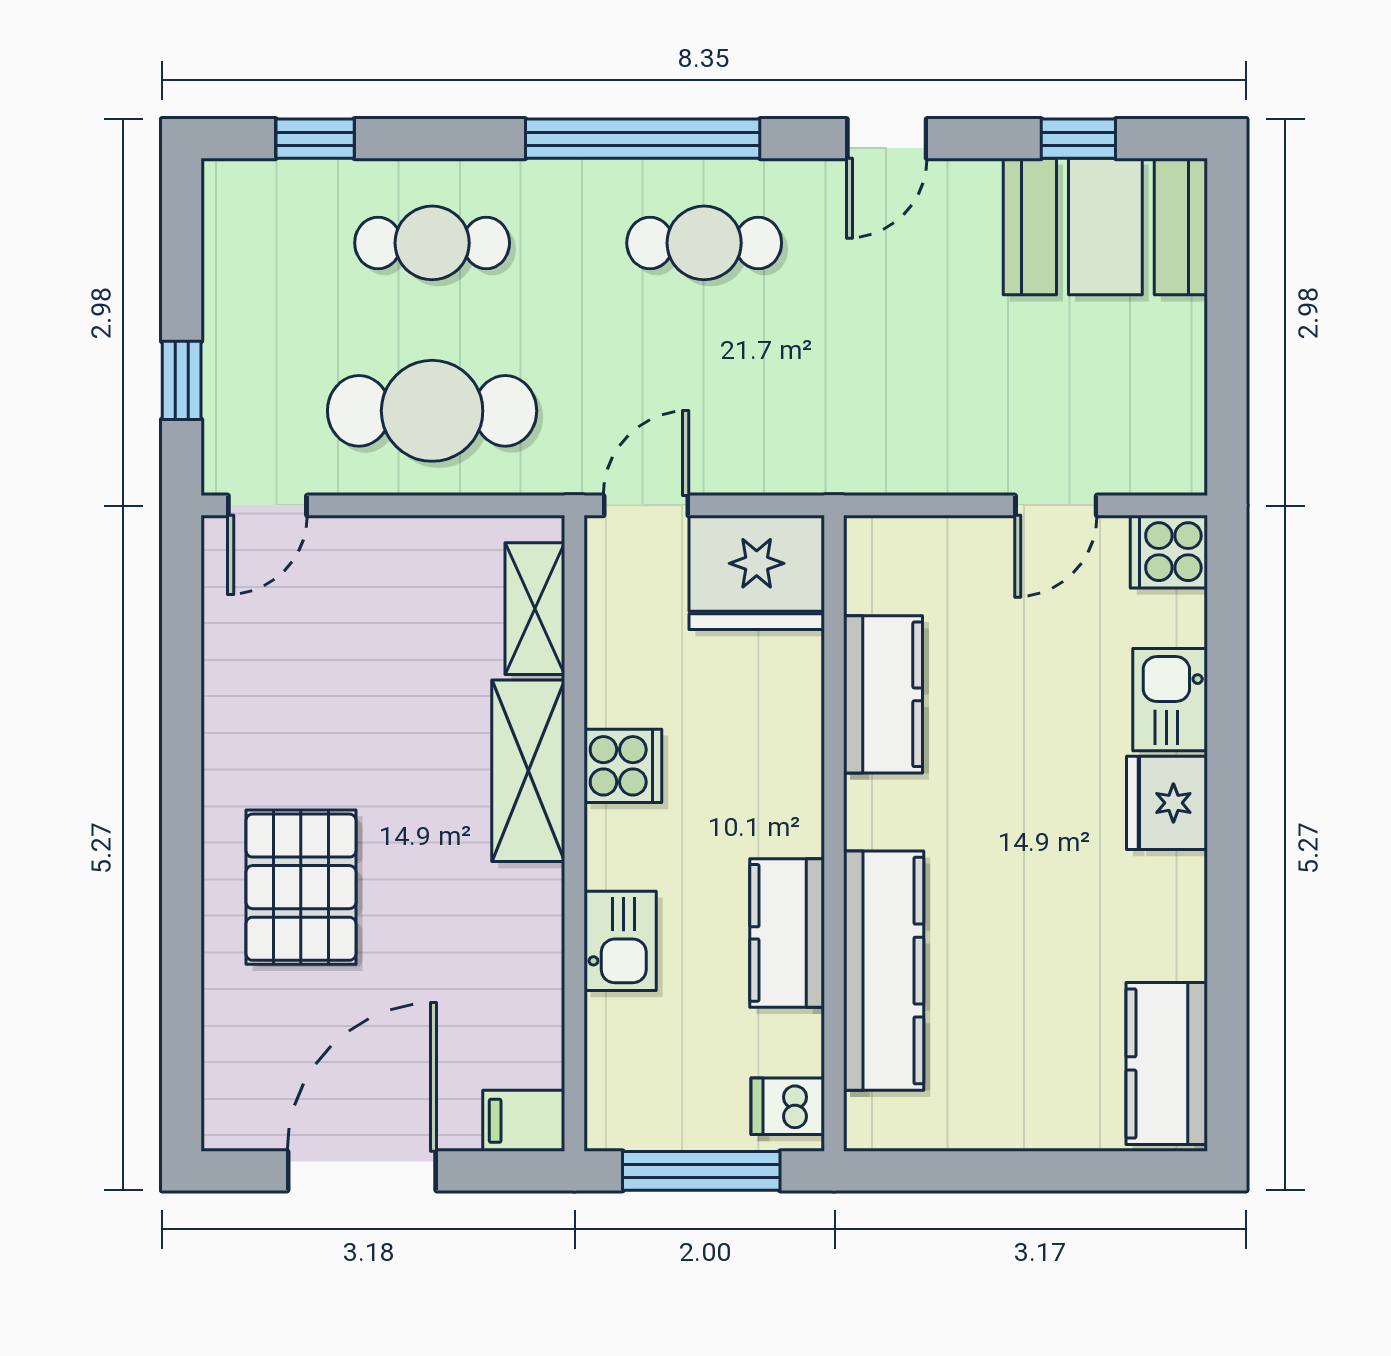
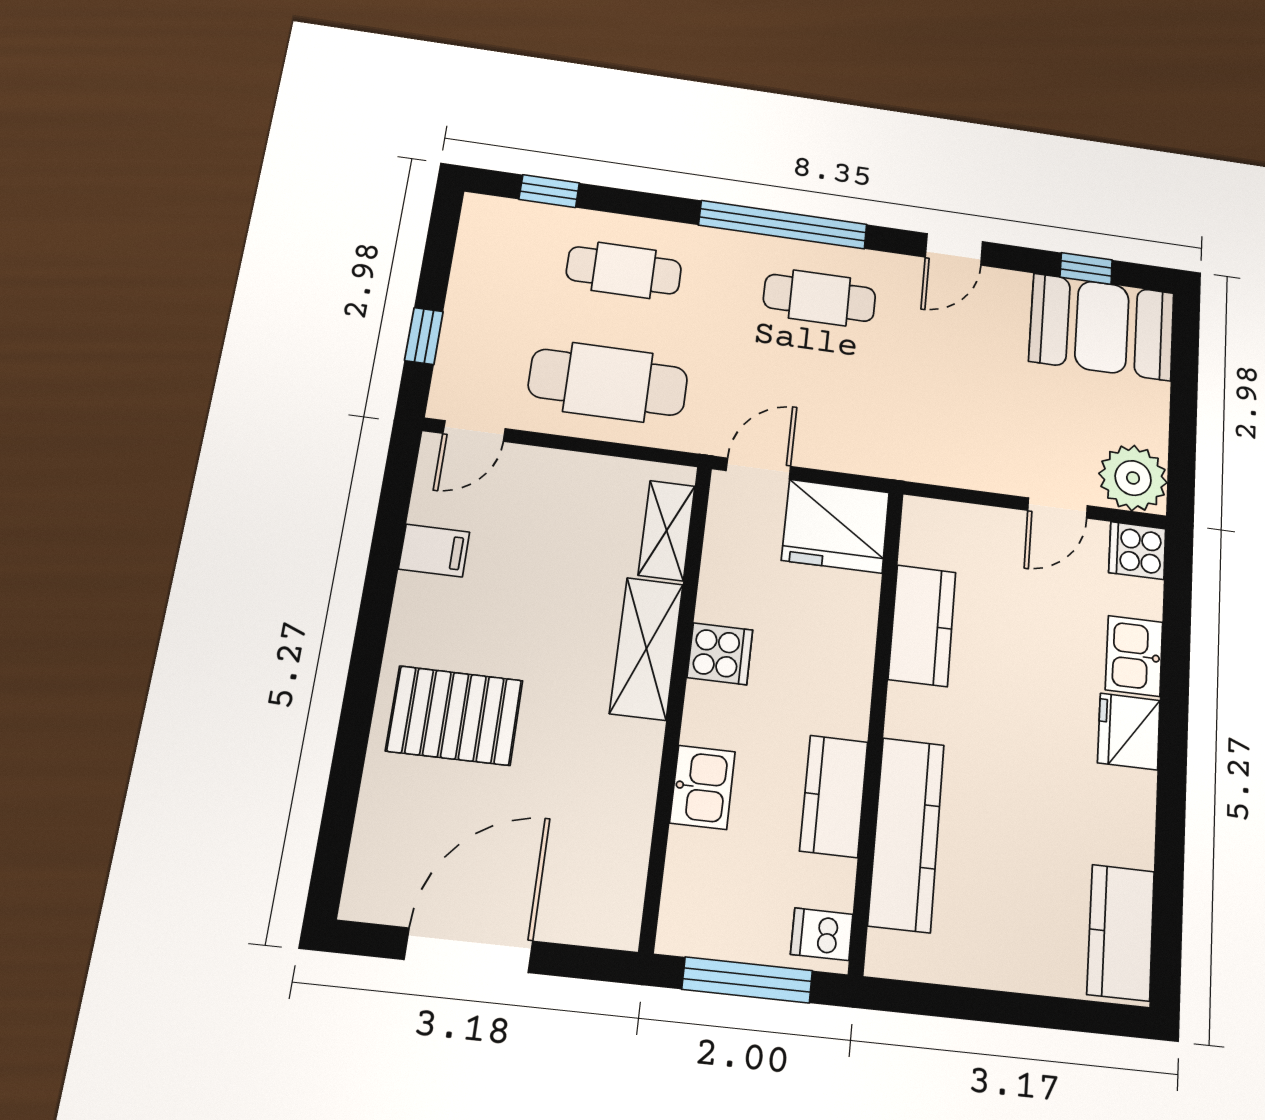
plant: (1159, 447) -> (1133, 478), added
pallet: (301, 887) -> (455, 716), turned 90
filing cabinet: (524, 1121) -> (434, 551), moved, turned 180

